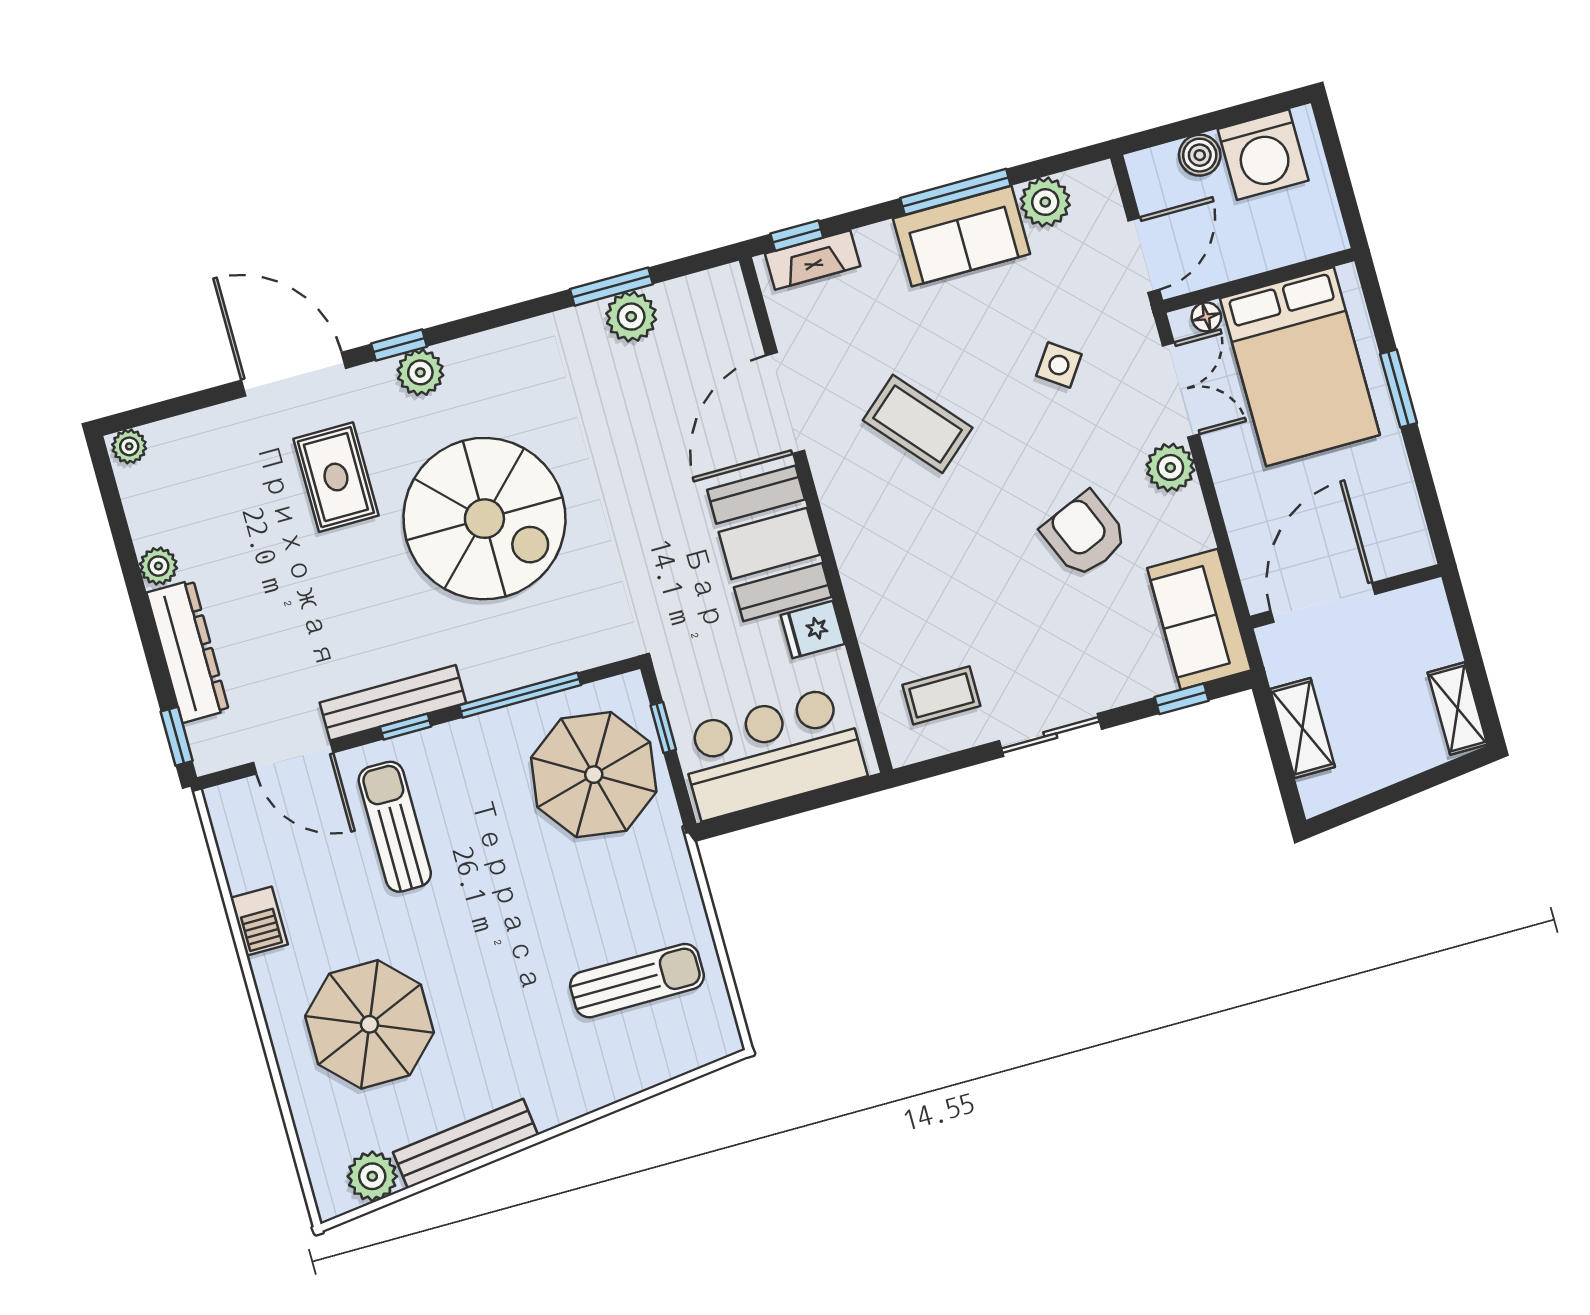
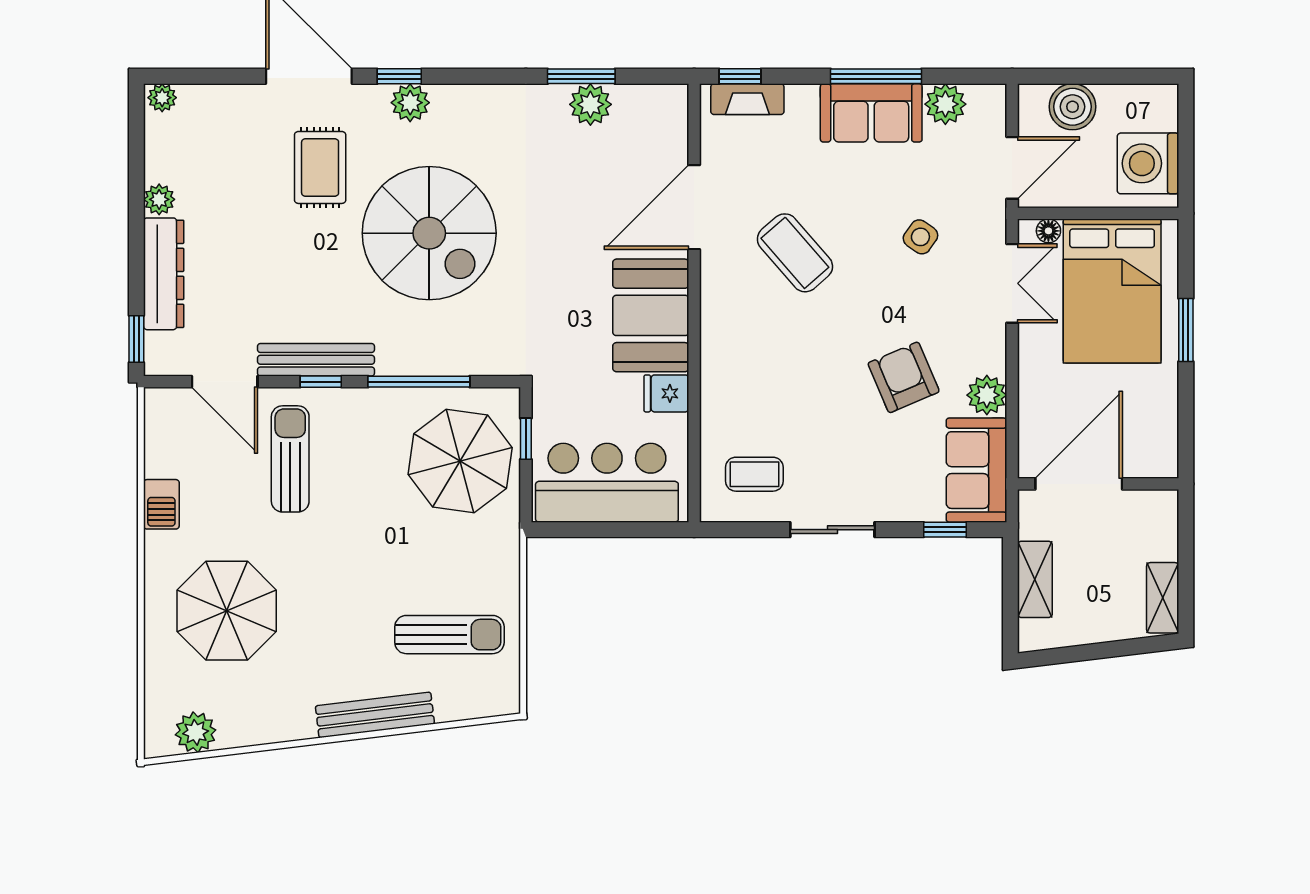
boiler: (1200, 155) -> (1073, 107), width x1.36, depth x1.36
washing machine: (1263, 155) -> (1148, 163), moved, turned 90
plant: (1170, 467) -> (987, 395), moved
bench: (466, 1144) -> (375, 715), moved

